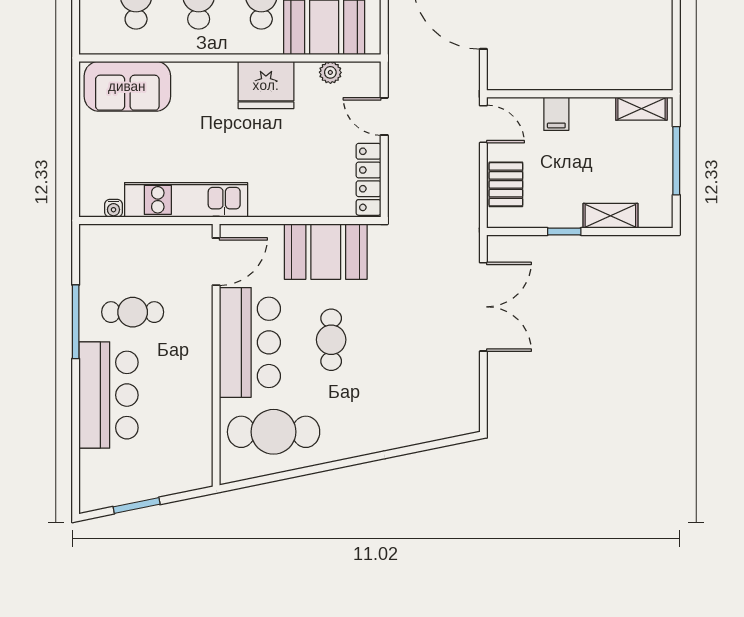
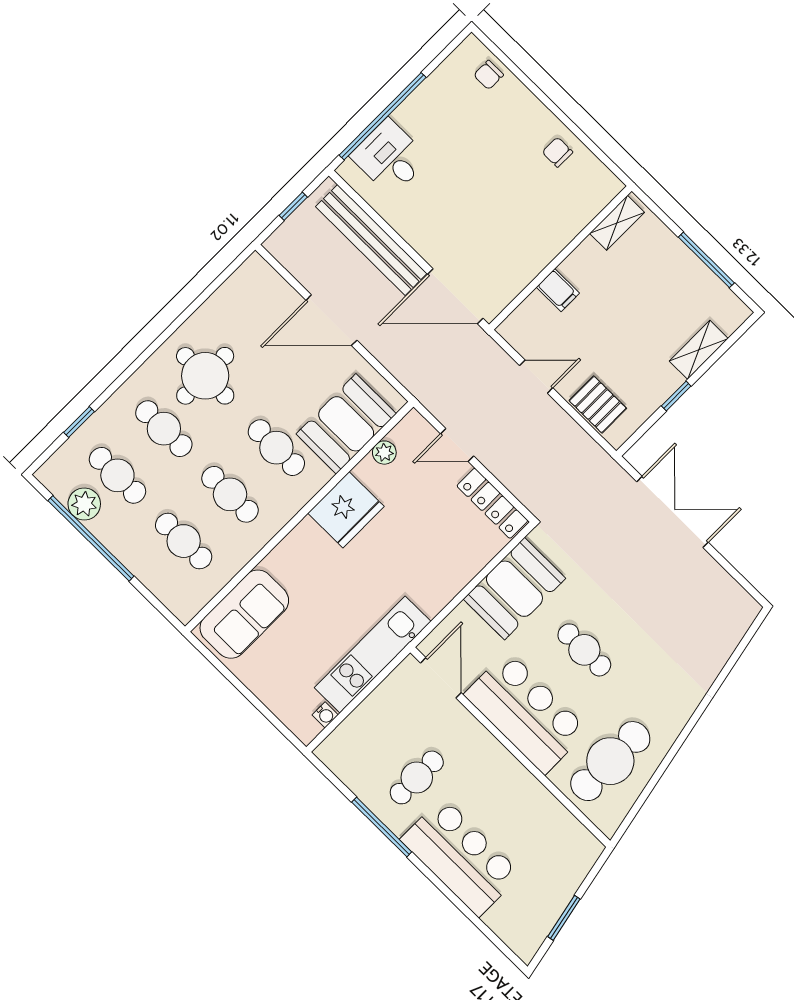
wall: (580, 94) -> (560, 258), moved
shelving: (641, 109) -> (617, 223), moved
filing cabinet: (556, 114) -> (558, 290), moved

